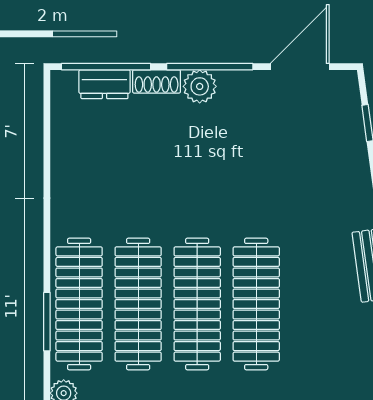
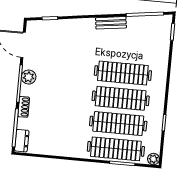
dresser: (104, 84) -> (22, 141), moved
plant: (200, 86) -> (29, 77), moved

